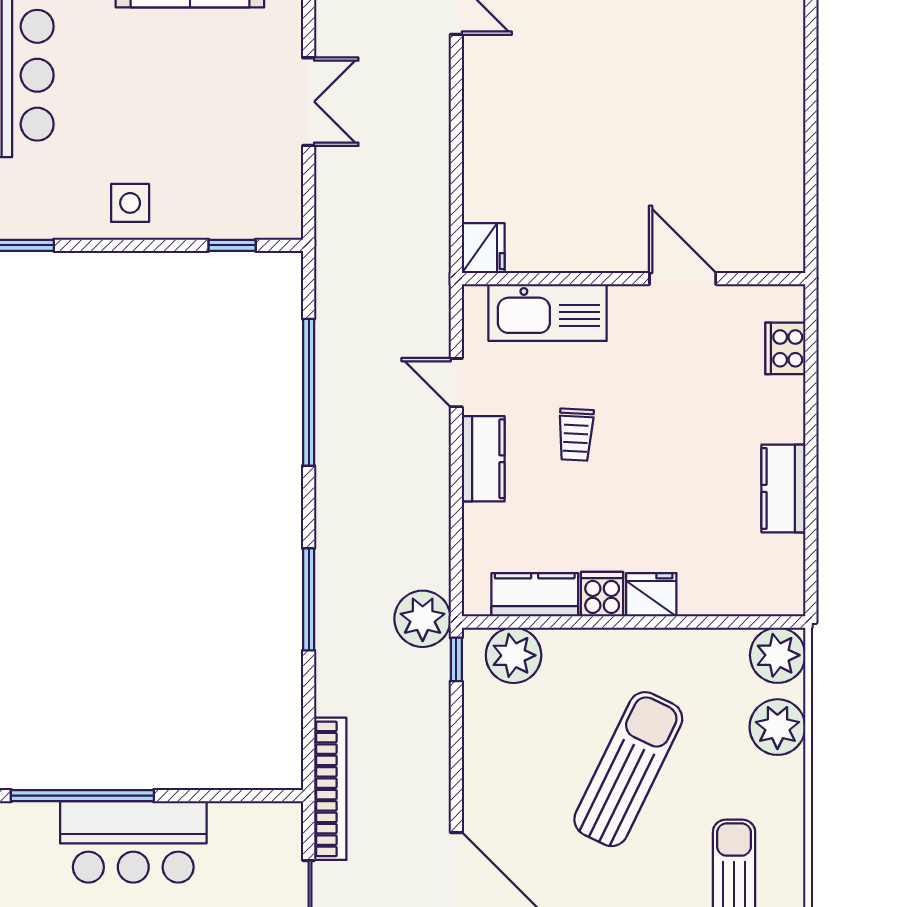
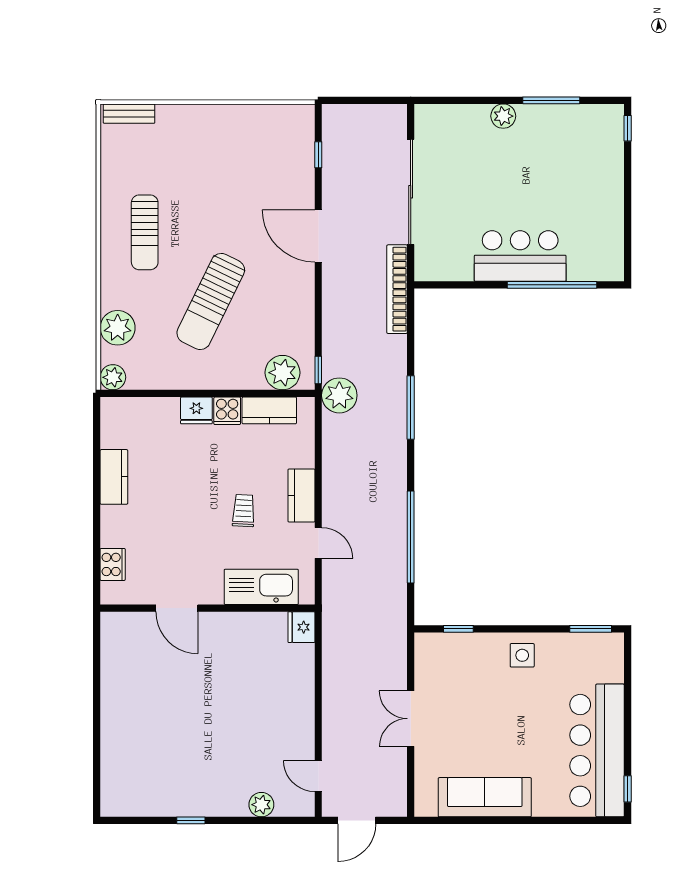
plant: (778, 655) -> (113, 377), width x0.73, depth x0.73

